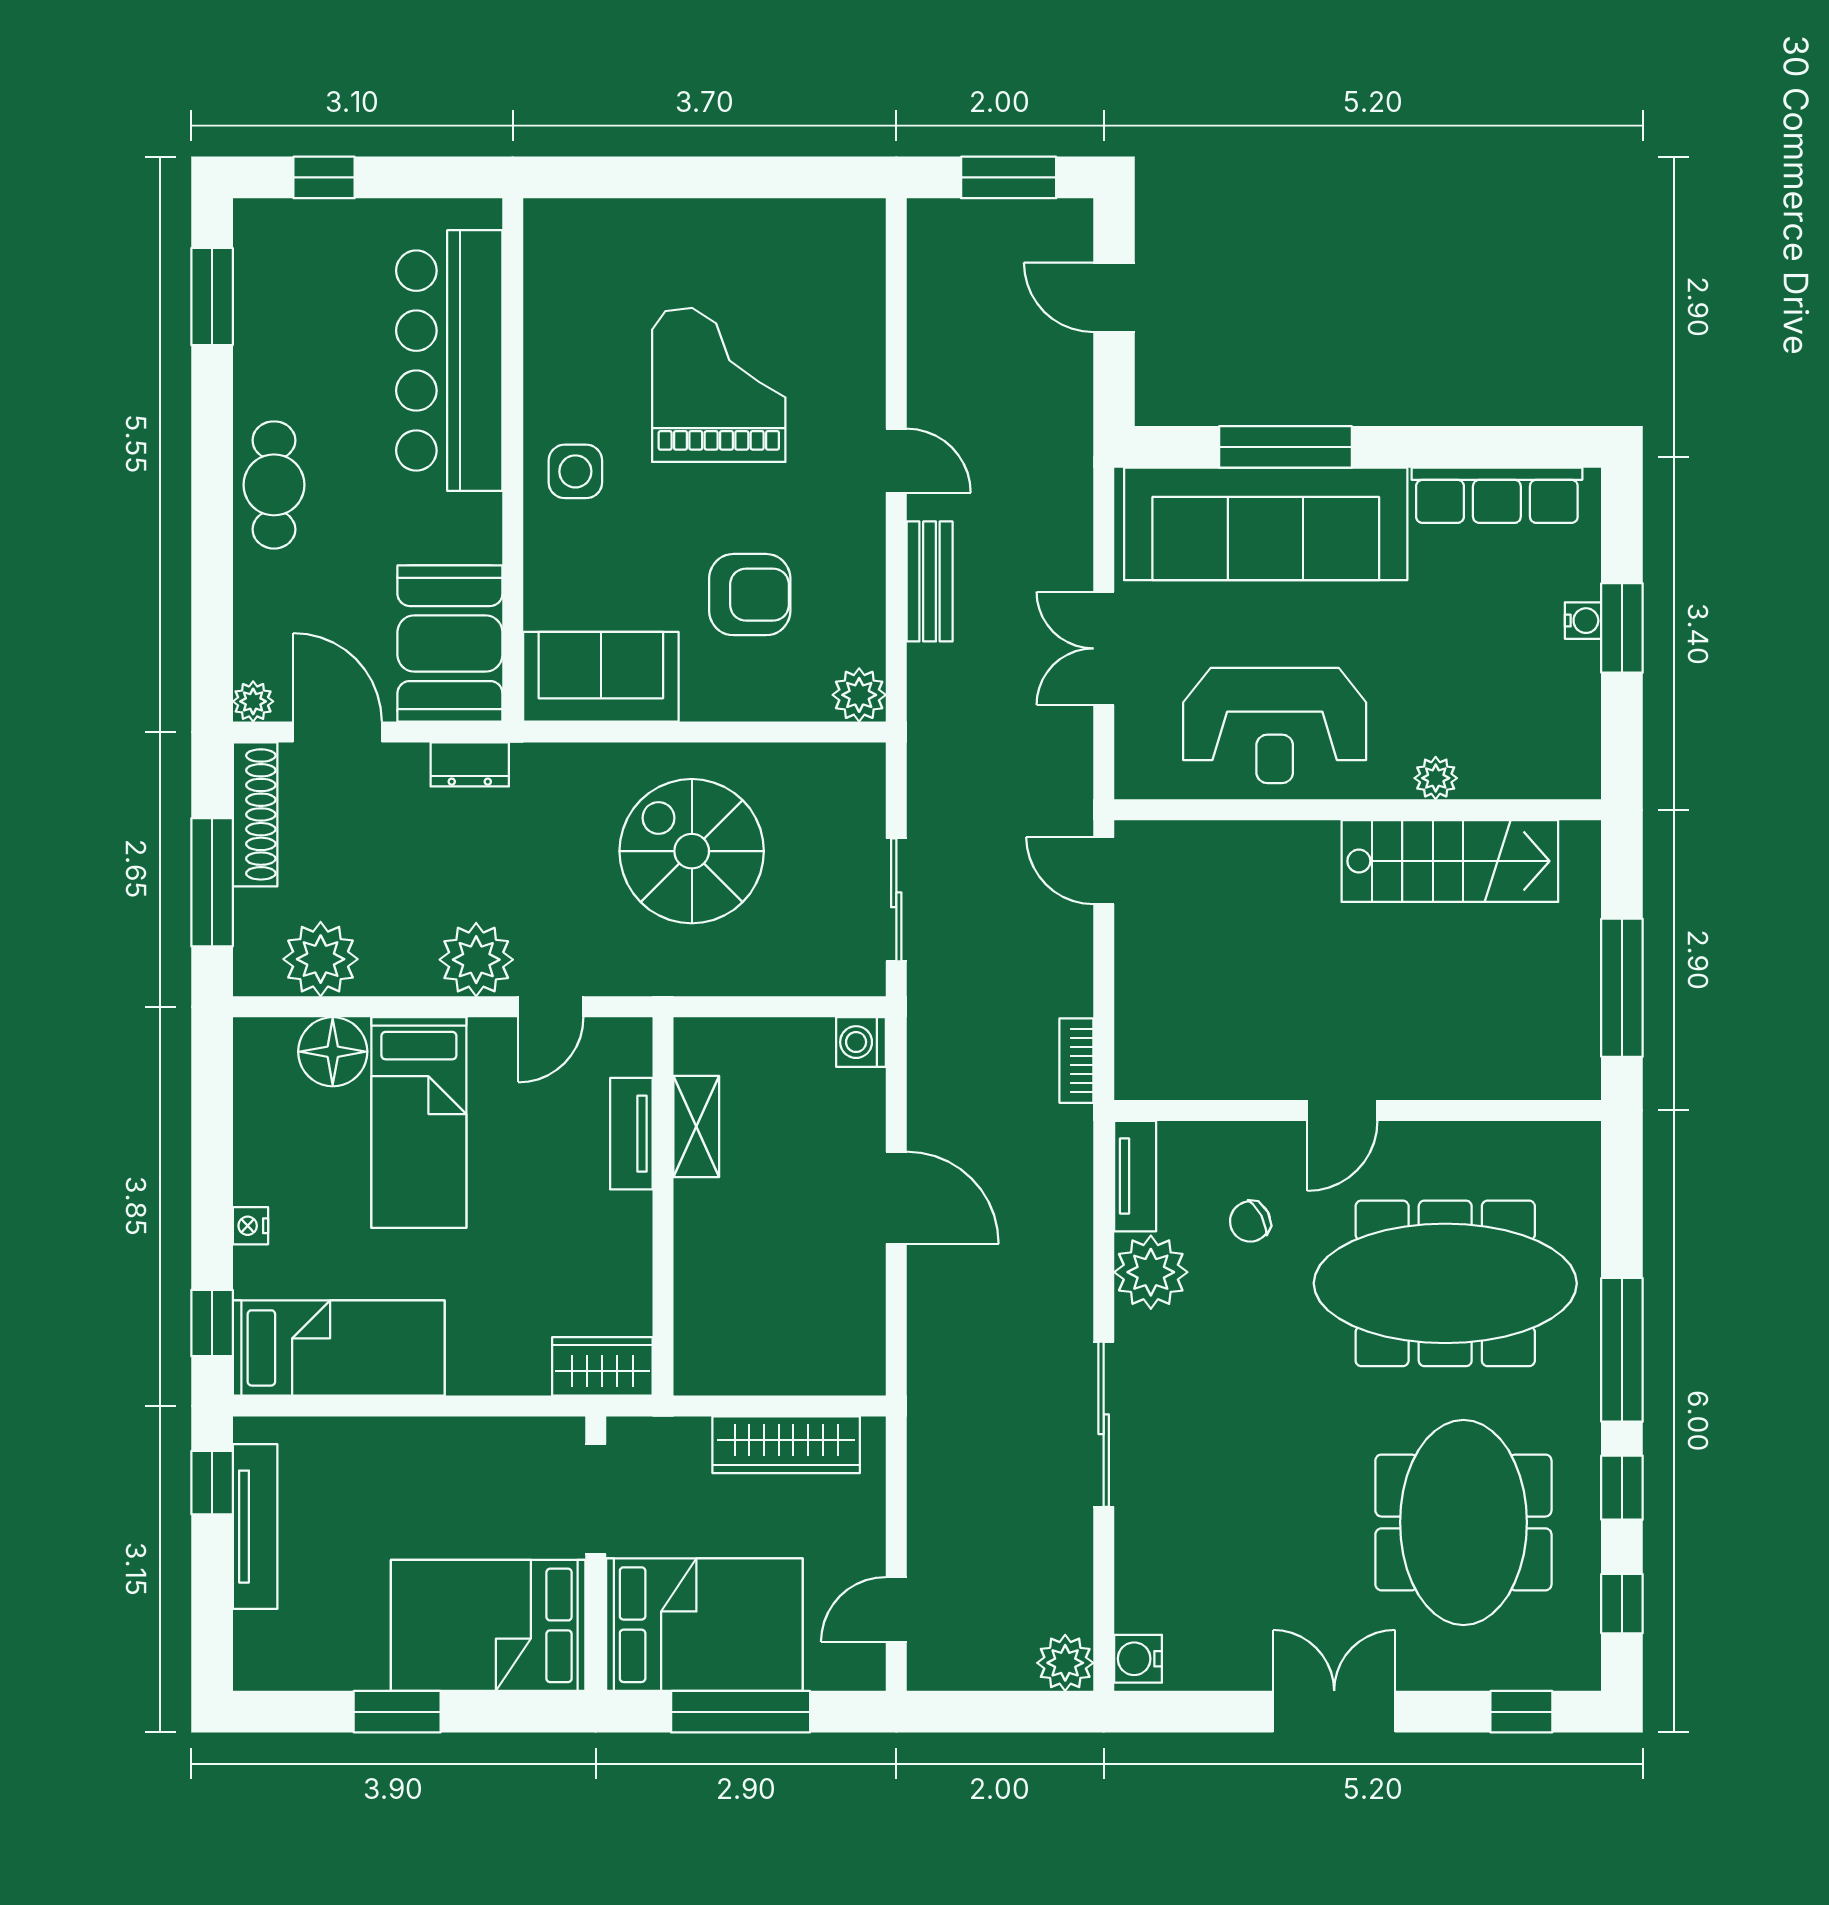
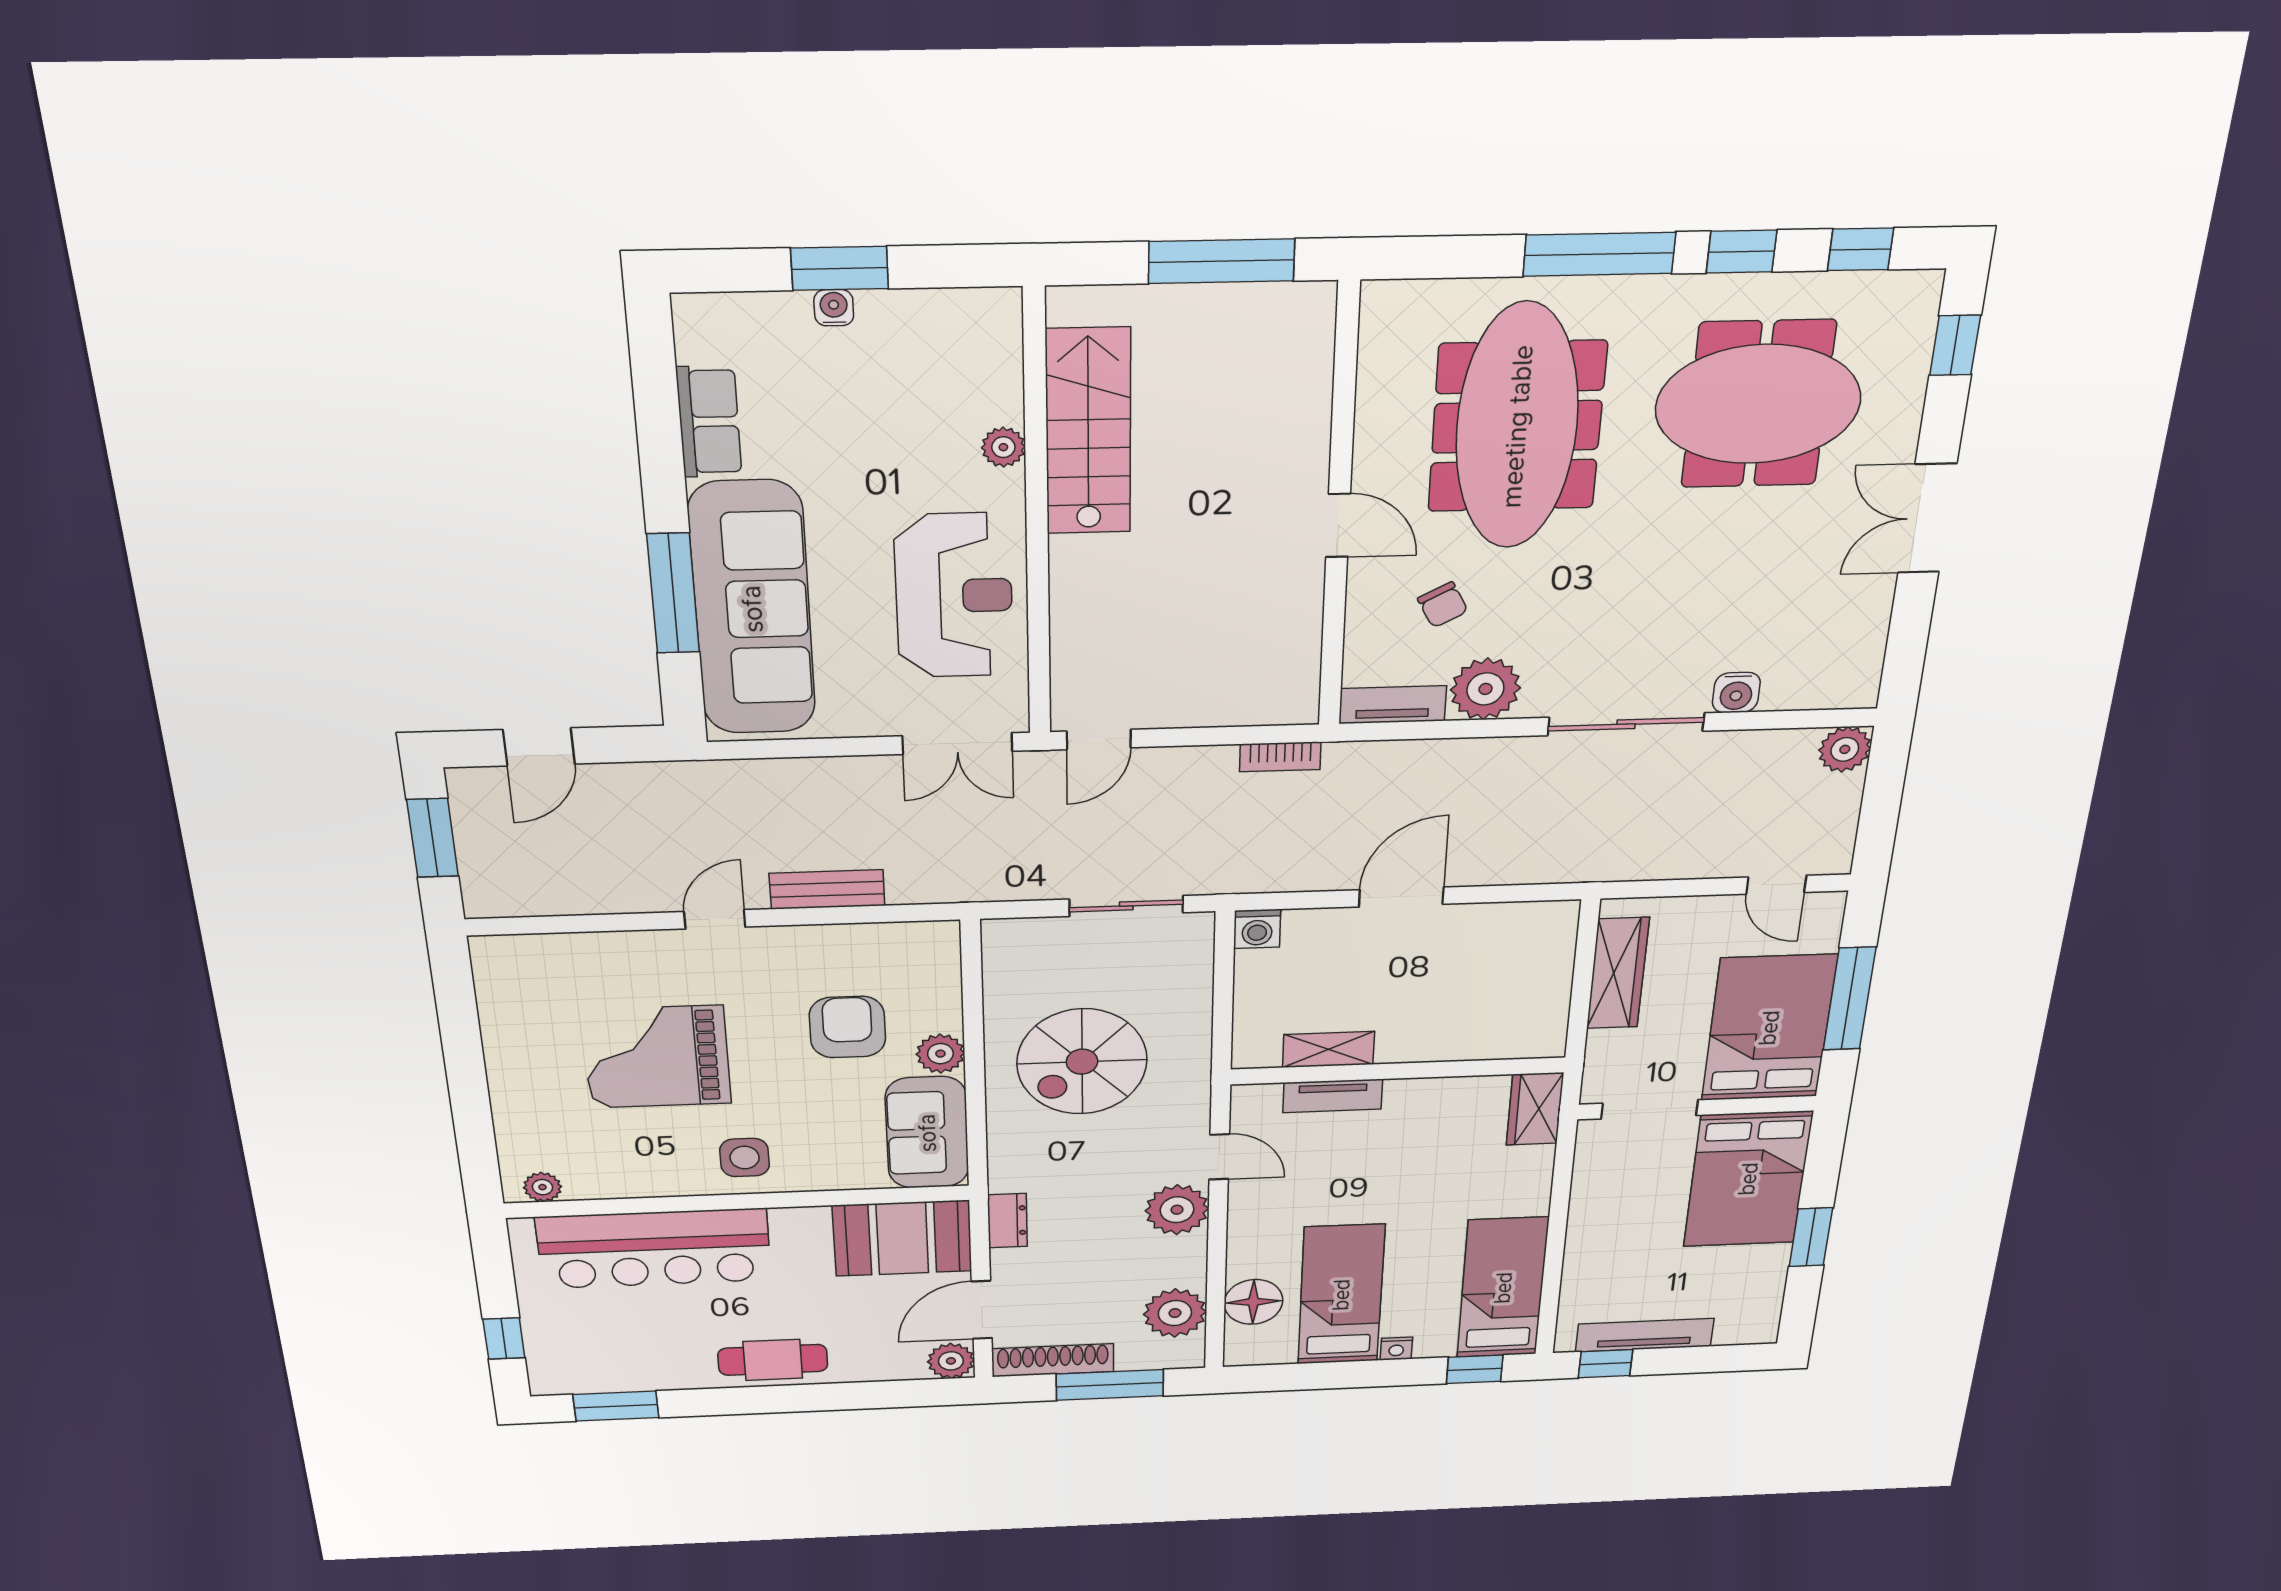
plant: (544, 244) -> (542, 1187), added
row of seats: (1497, 495) -> (709, 422), width x0.68
double door: (1104, 648) -> (957, 744), moved
plant: (859, 695) -> (940, 1054), moved
plant: (253, 701) -> (951, 1361), width x1.38, depth x1.38
bed: (419, 1123) -> (1341, 1295), moved, turned -90
water cooler: (1138, 1659) -> (1736, 693), moved

